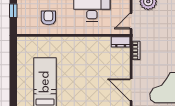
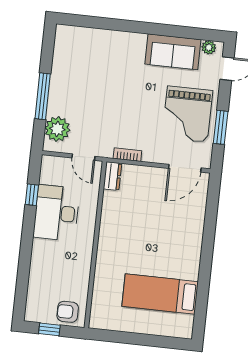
armchair: (48, 18) -> (68, 312), moved

